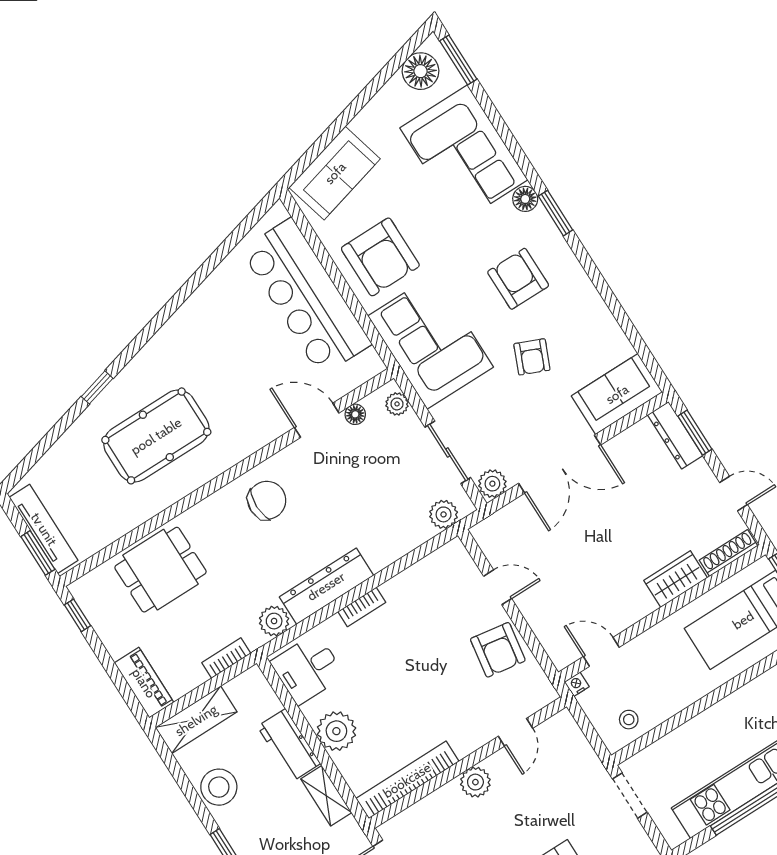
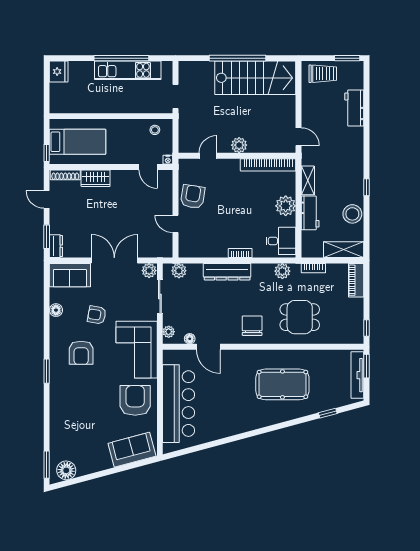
corner sofa: (464, 154) -> (70, 422), removed
floor lamp: (525, 199) -> (56, 310), moved
armchair: (532, 357) -> (97, 315), turned -103
window: (97, 387) -> (328, 413), moved
dresser: (675, 435) -> (56, 246), width x0.70
chair: (267, 500) -> (252, 326), turned 90
dining table: (160, 570) -> (300, 317), moved
dresser: (326, 586) -> (227, 272), moved

